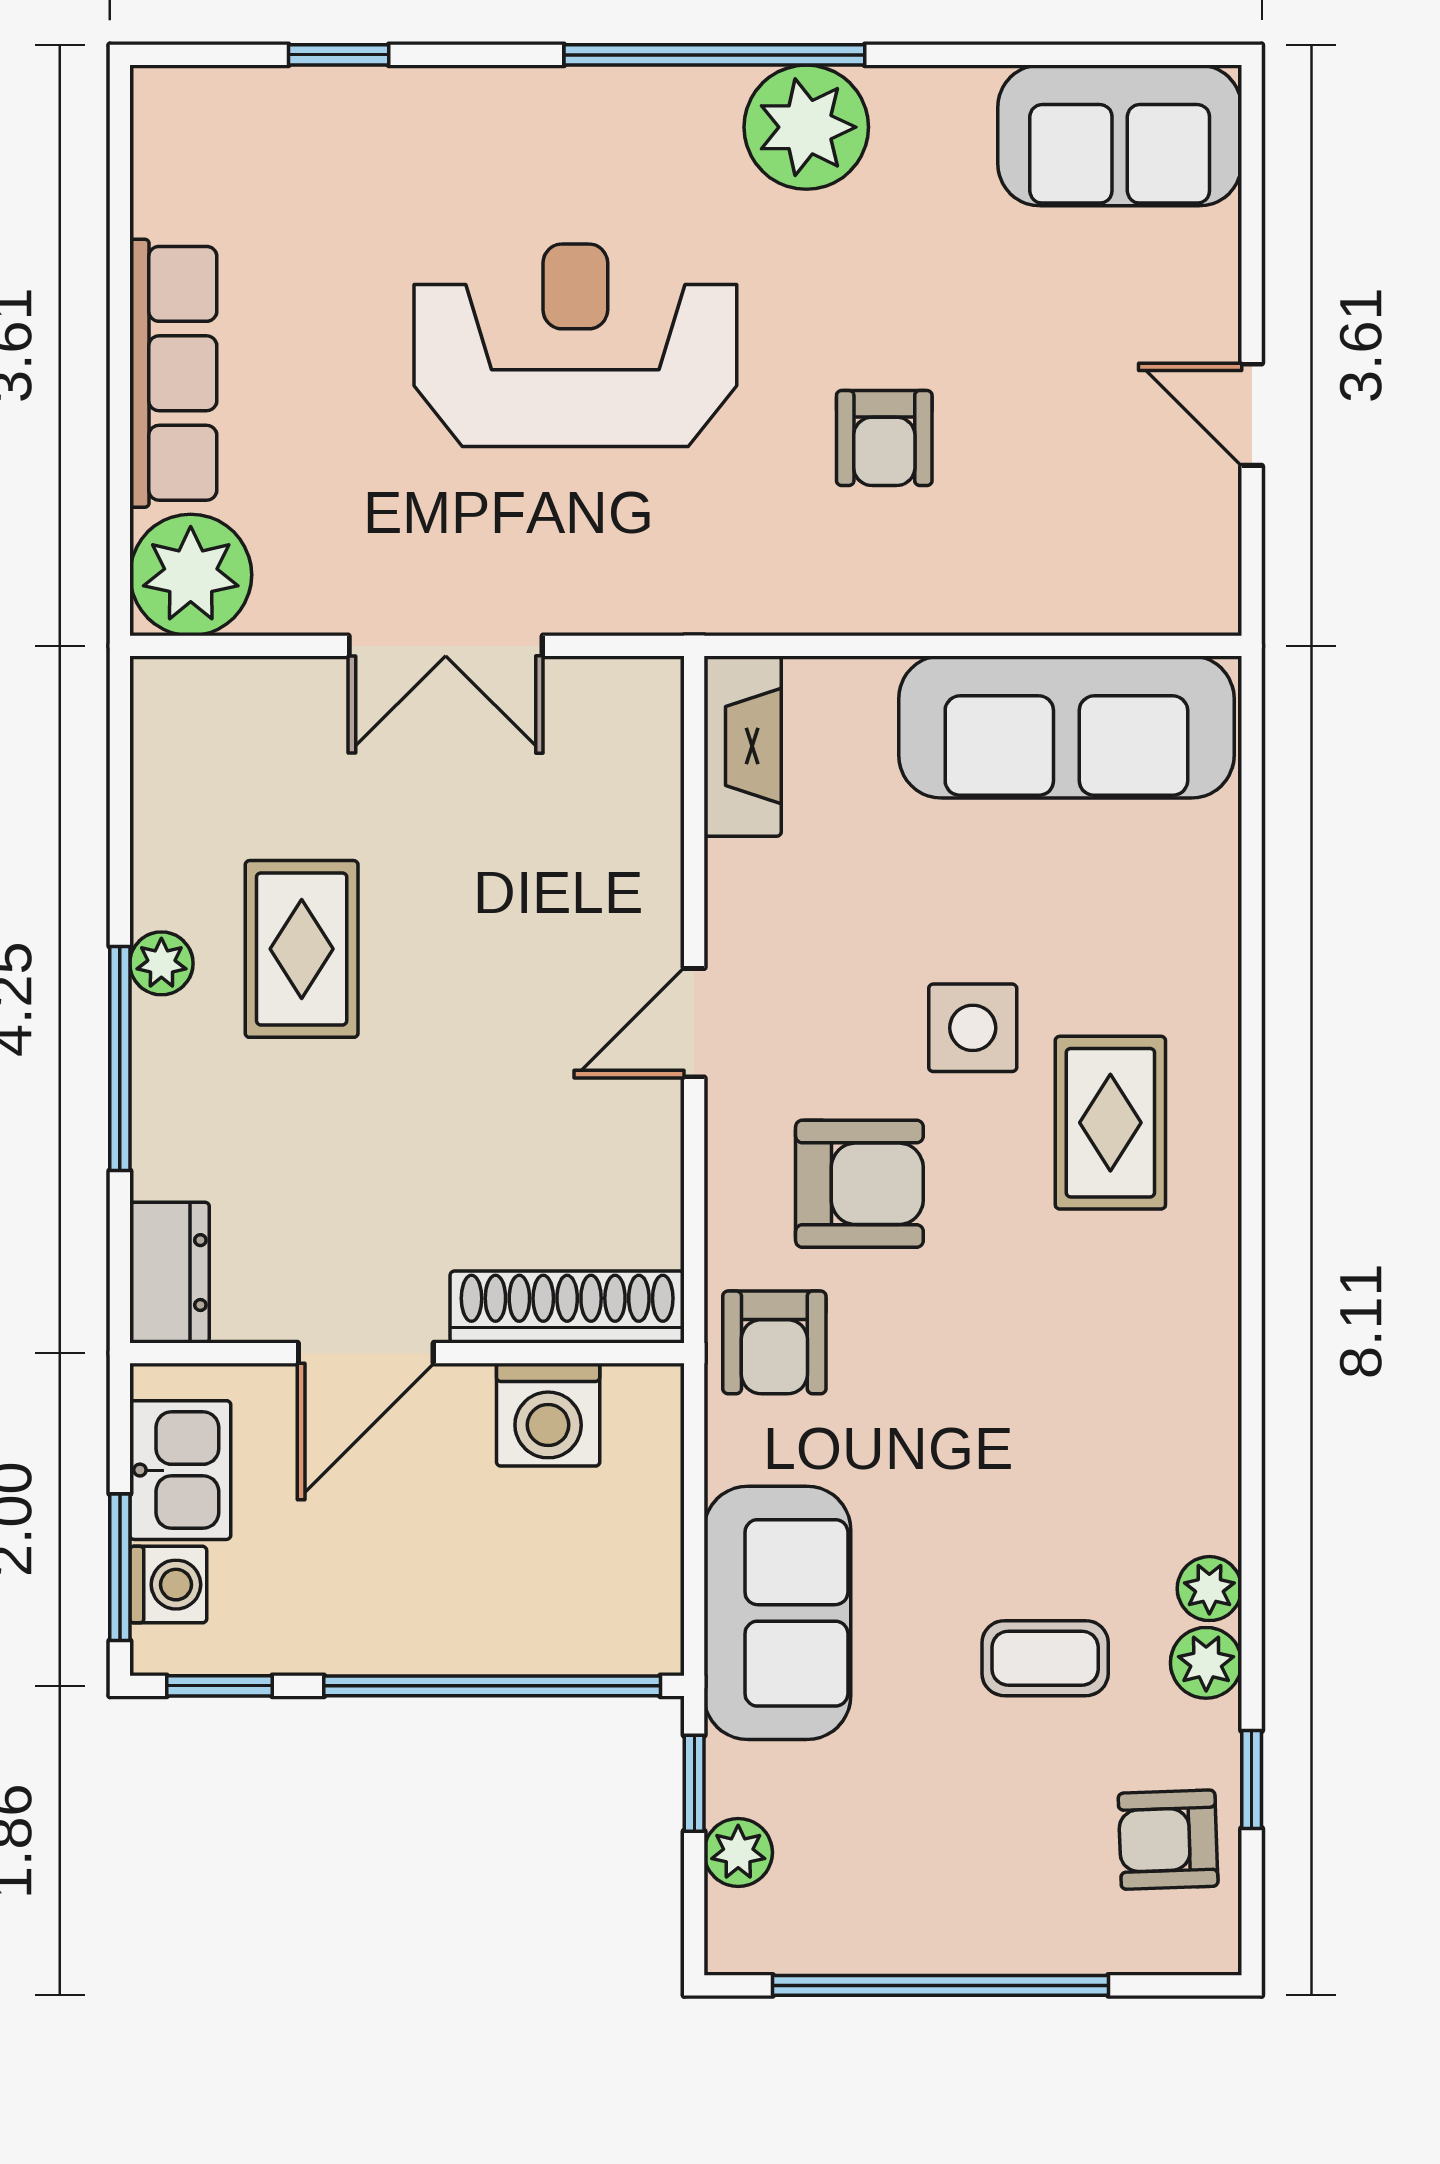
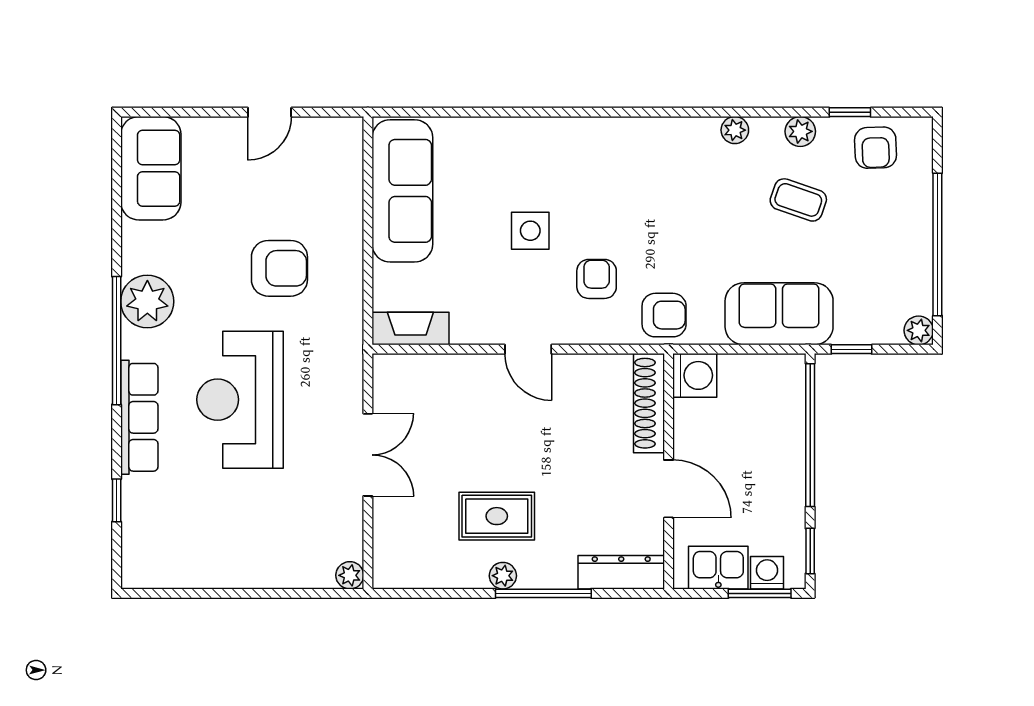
row of seats: (173, 373) -> (139, 417), moved, turned 90
armchair: (884, 438) -> (279, 268), width x1.38, depth x1.38
plant: (191, 575) -> (350, 575), width x0.53, depth x0.53
rug: (1110, 1123) -> (571, 172), removed
armchair: (859, 1184) -> (597, 279), width x0.72, depth x0.72
dresser: (170, 1273) -> (621, 572), width x1.44
washing machine: (548, 1415) -> (695, 375), moved
plant: (1209, 1589) -> (735, 130), moved
coffee table: (1045, 1658) -> (798, 200), turned -71
plant: (738, 1852) -> (919, 330), moved

